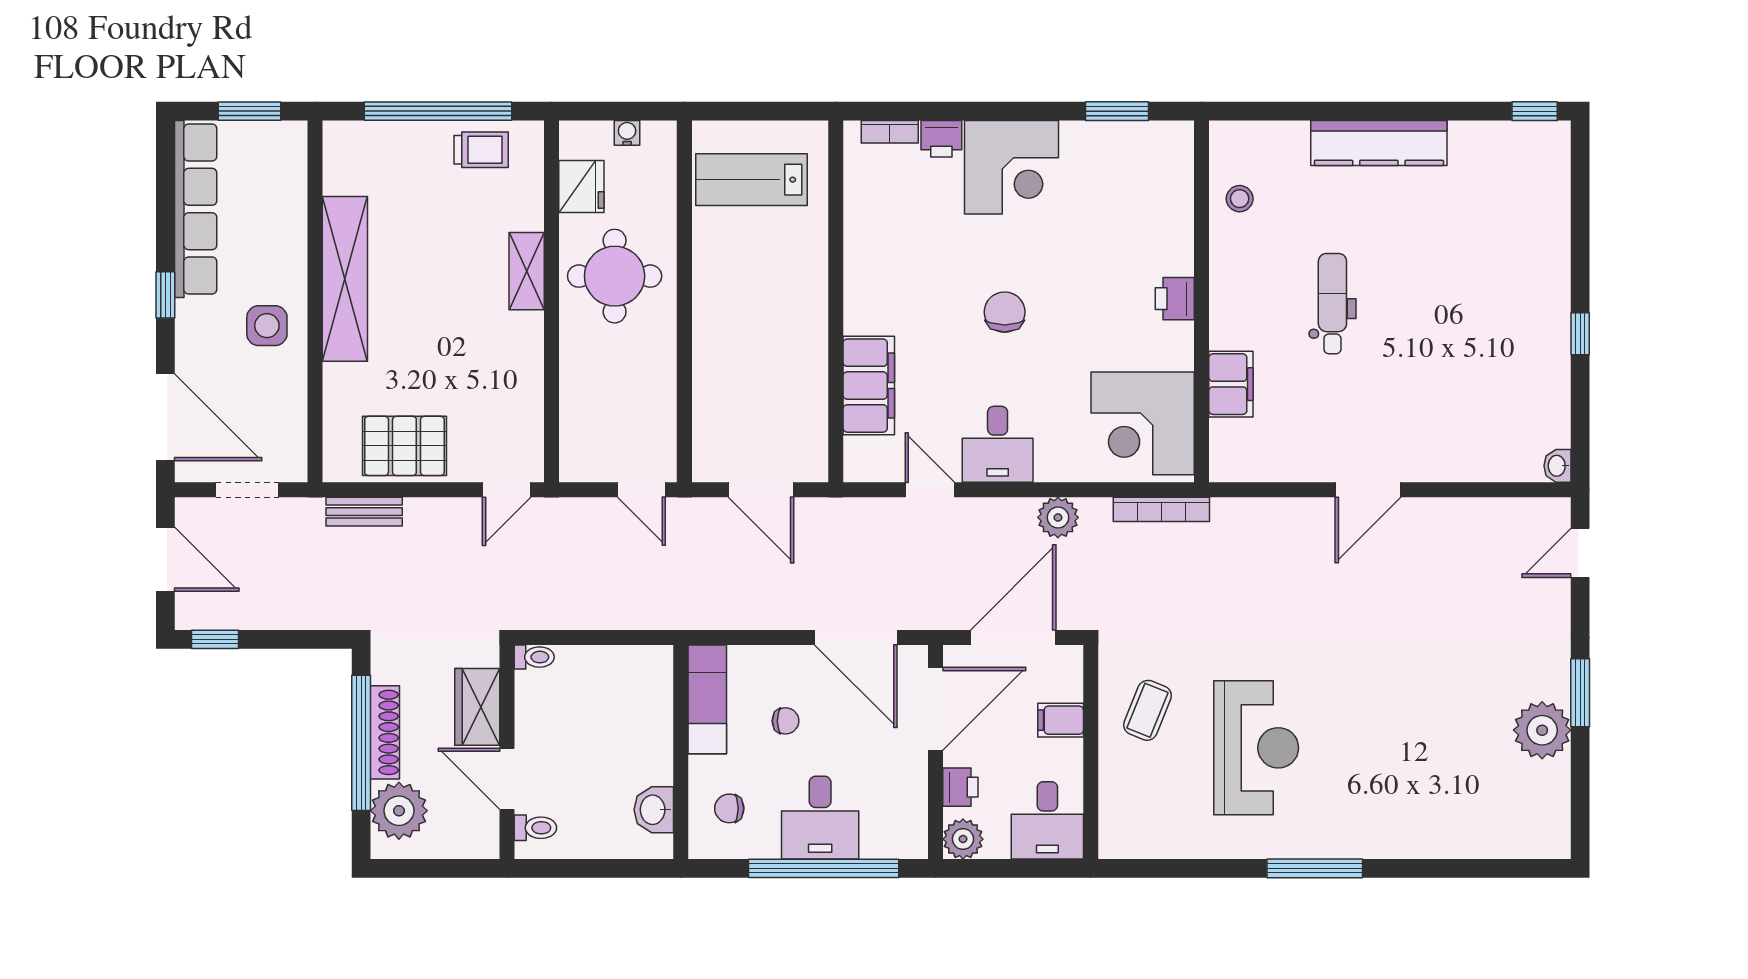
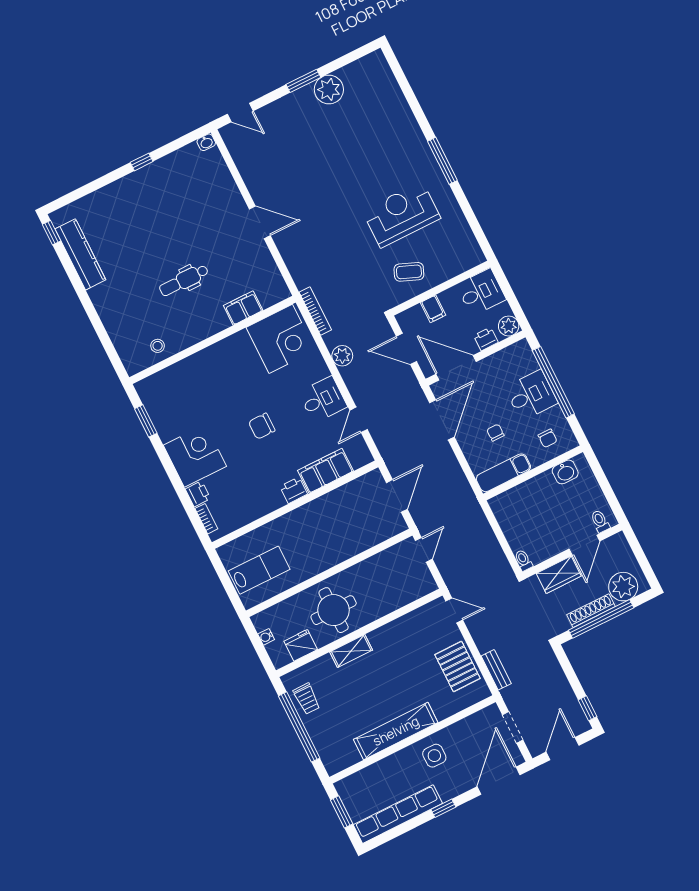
kitchen counter: (1379, 143) -> (80, 254), moved
trolley: (481, 150) -> (307, 699), turned 180
lab bench: (752, 180) -> (259, 570), turned -90
printer: (1175, 299) -> (294, 490), moved, turned 180
door: (1013, 637) -> (406, 349), width x0.73

